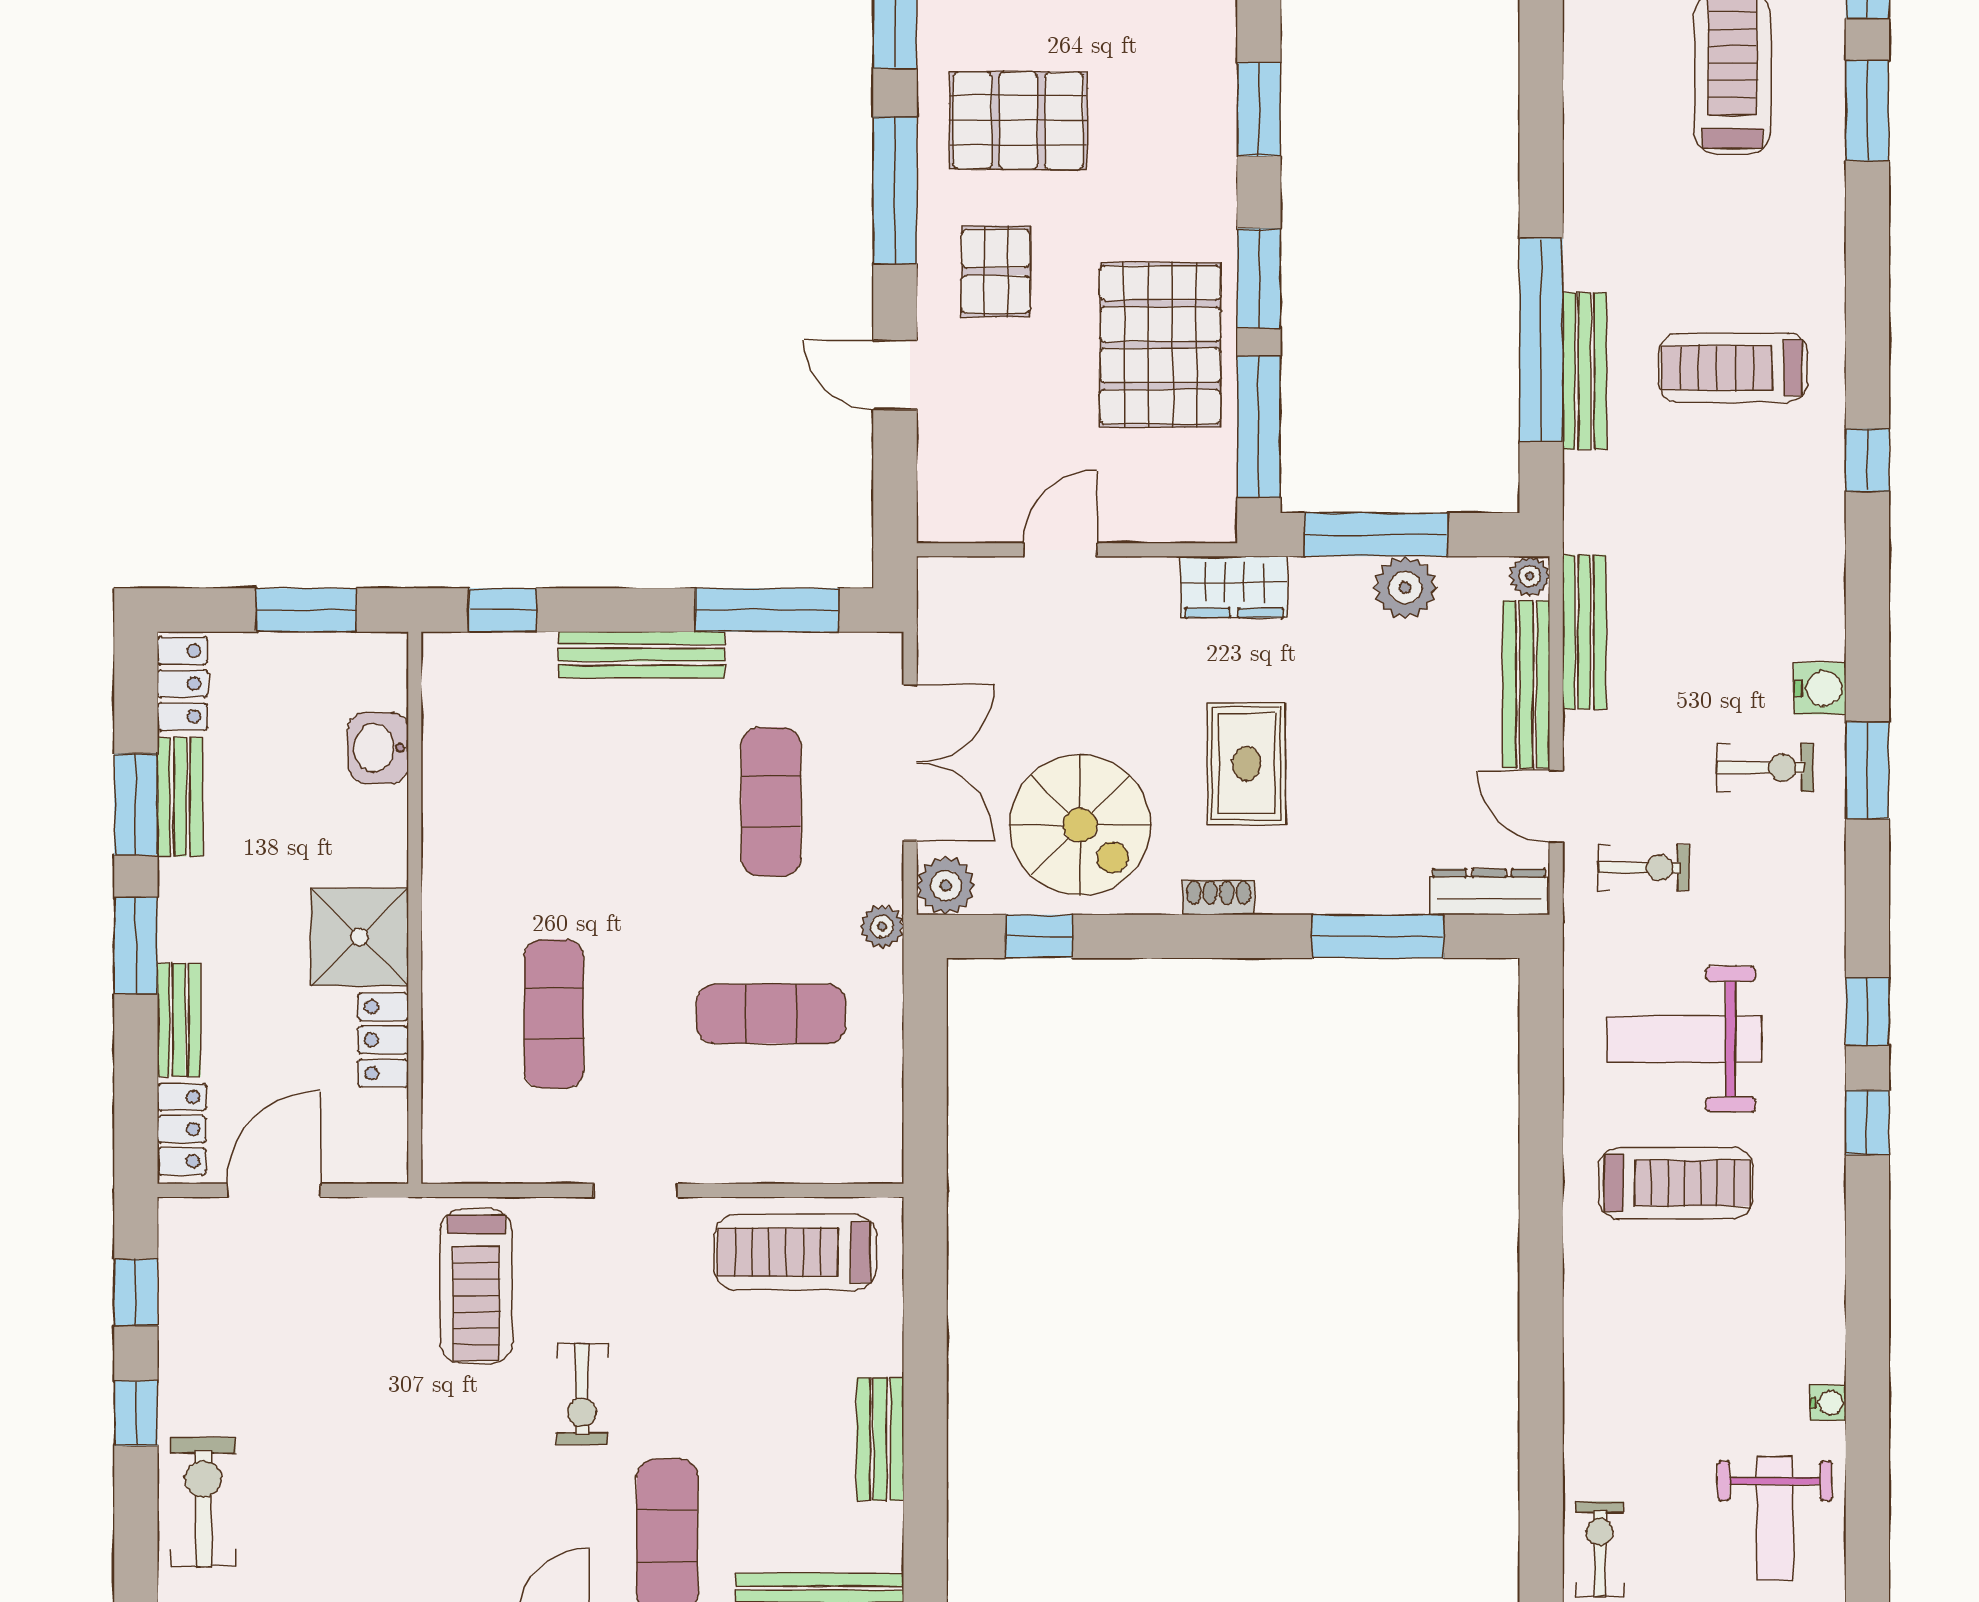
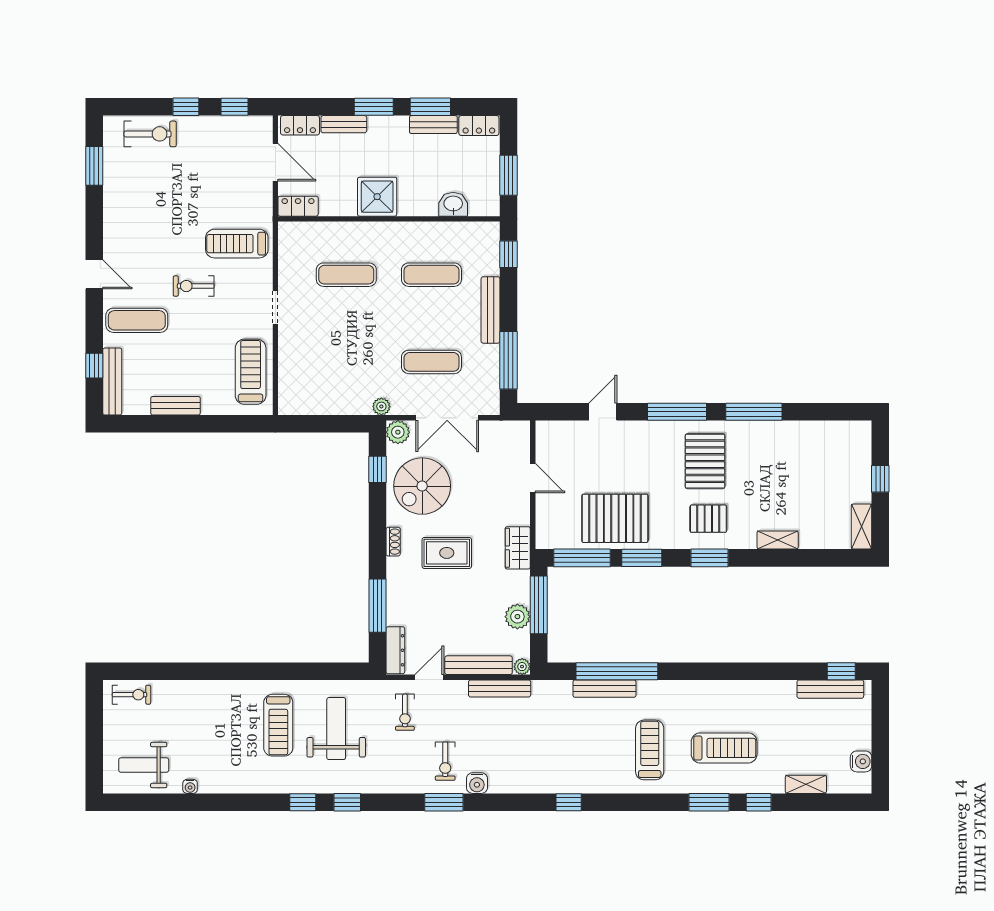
pallet: (996, 271) -> (708, 519), moved
treadmill: (1733, 368) -> (650, 750), moved
exercise mat: (771, 1014) -> (431, 275), moved, turned 90
locker: (383, 1040) -> (298, 206), moved

